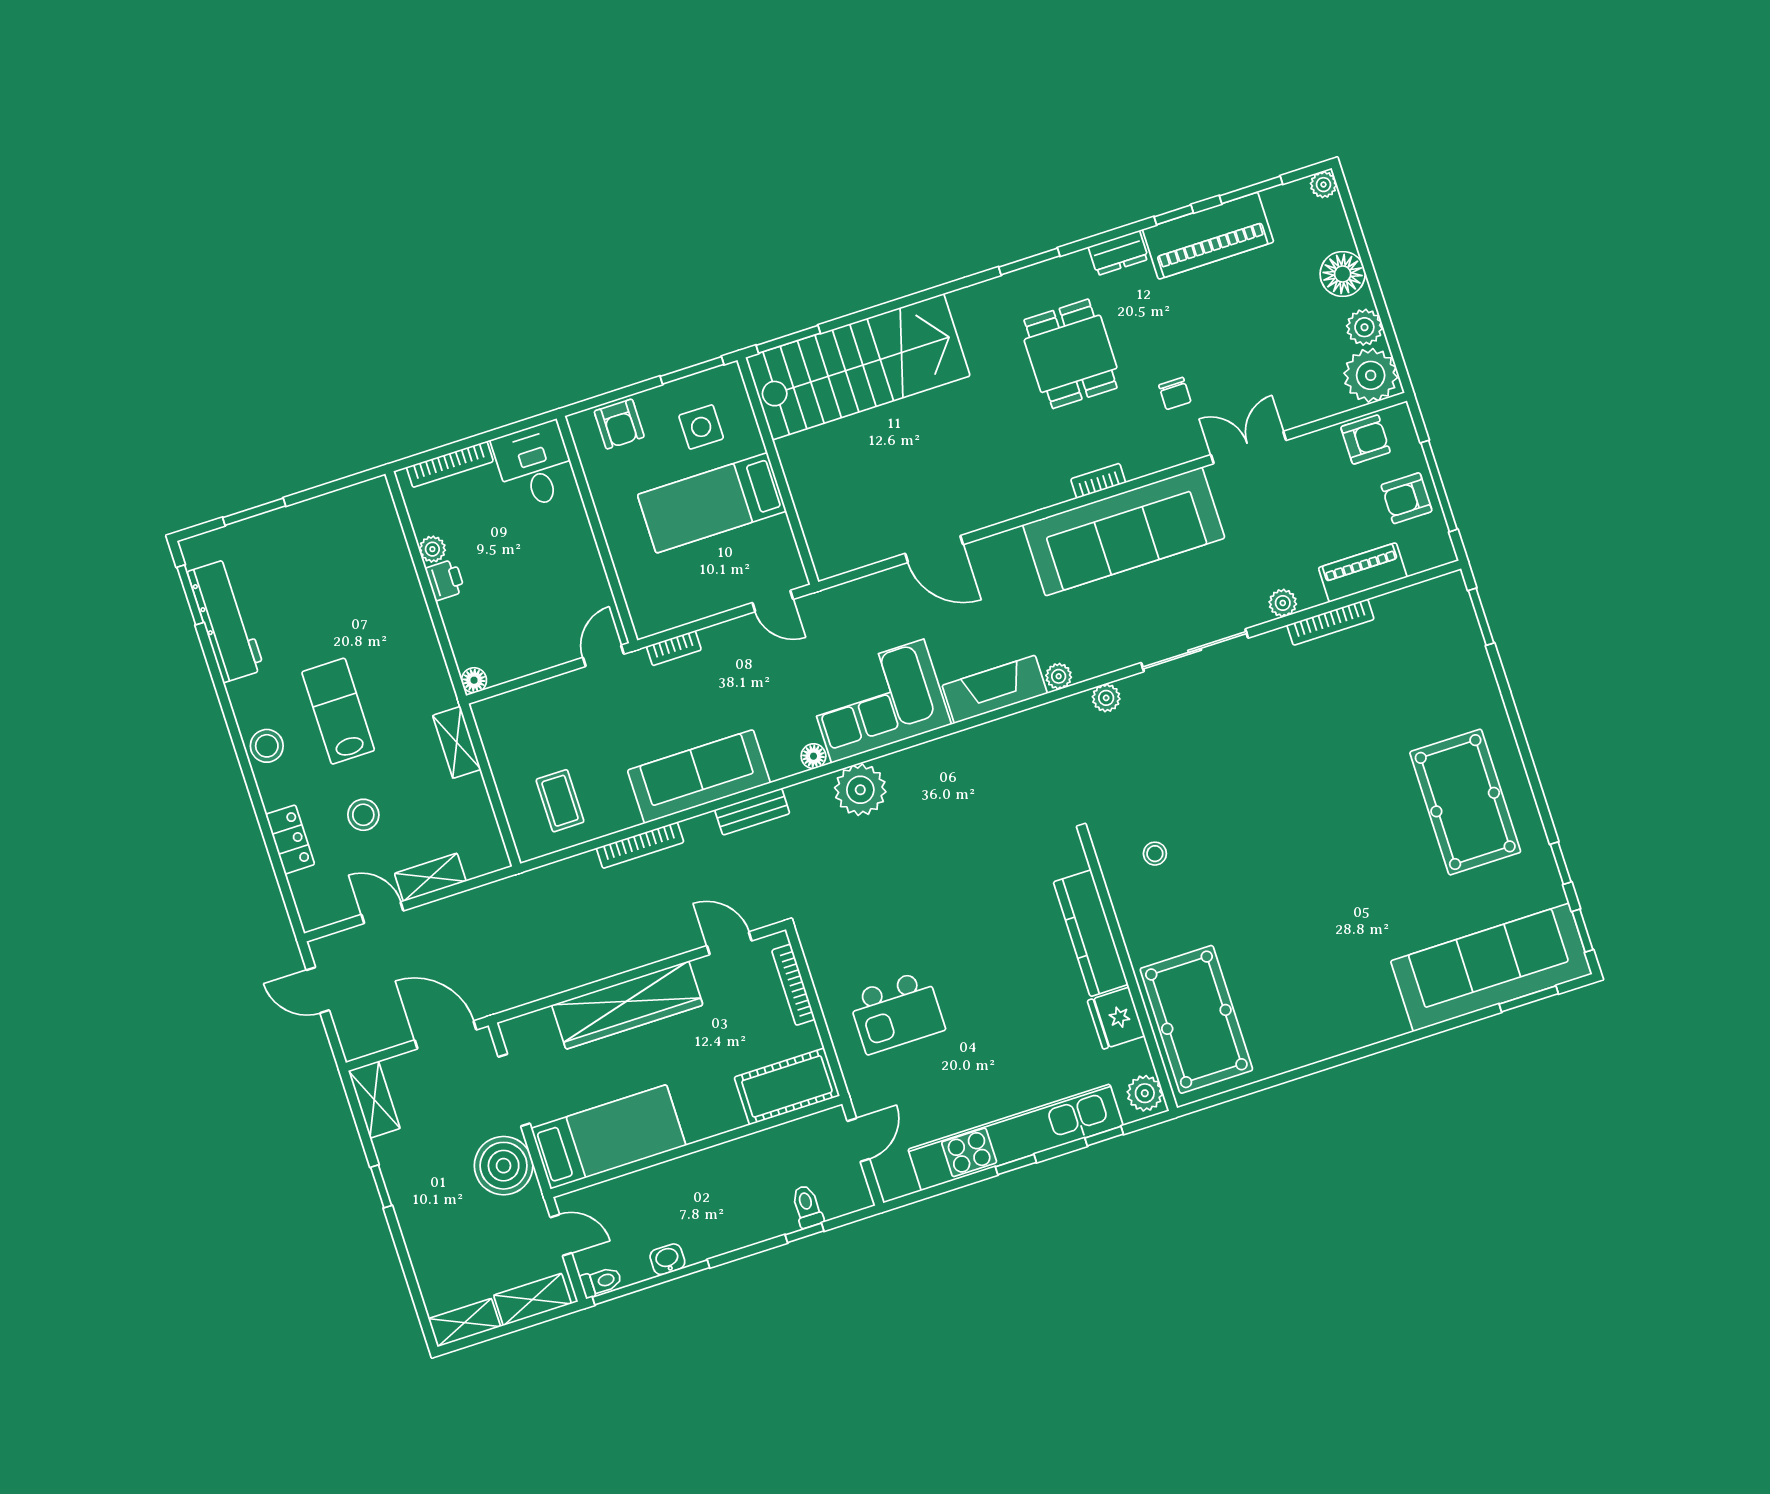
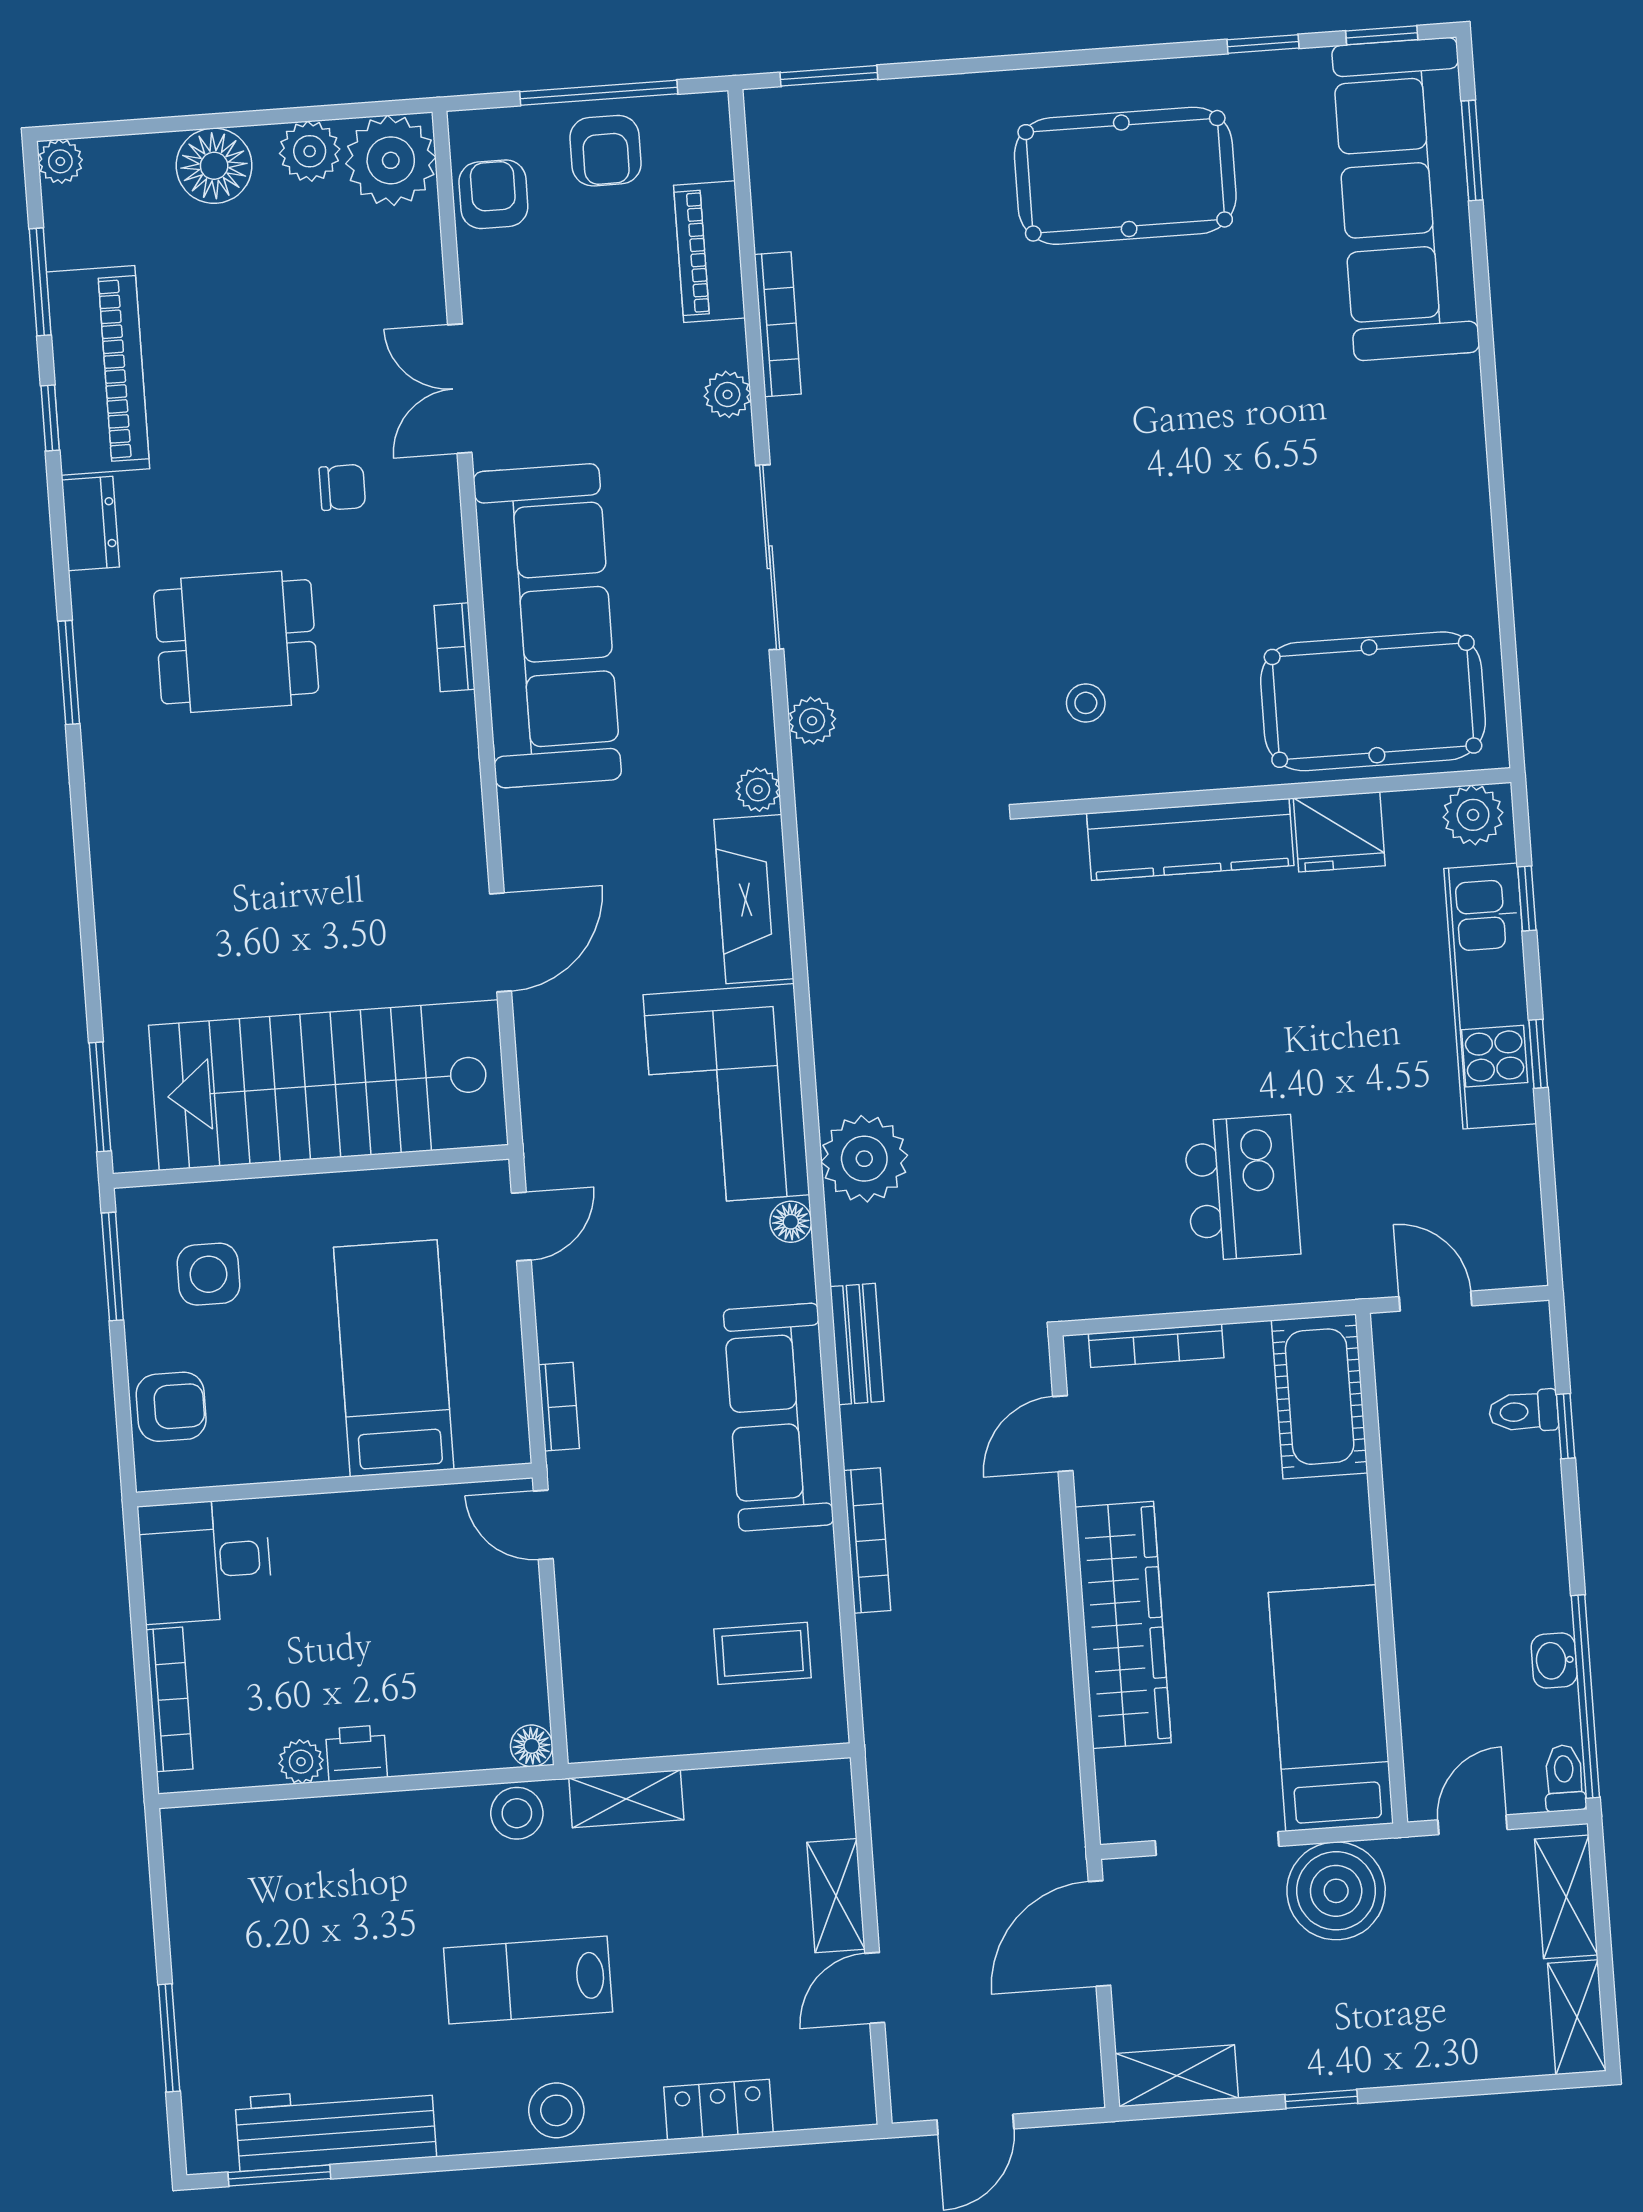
stairs: (858, 367) -> (329, 1085), moved, turned -90
bed: (712, 503) -> (394, 1358), moved, turned 180
stool: (363, 815) -> (517, 1813), moved
kitchen unit: (1016, 1137) -> (1490, 996), width x0.73

